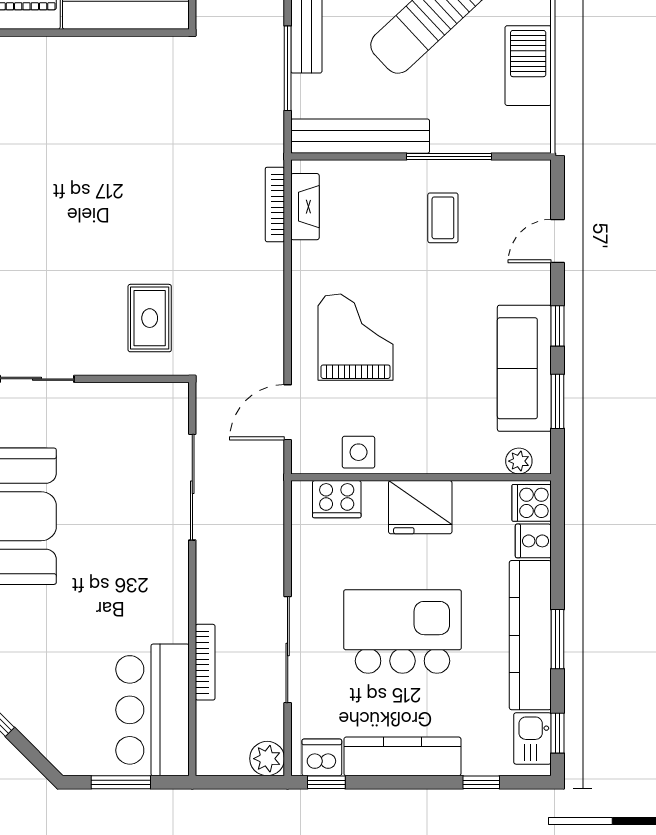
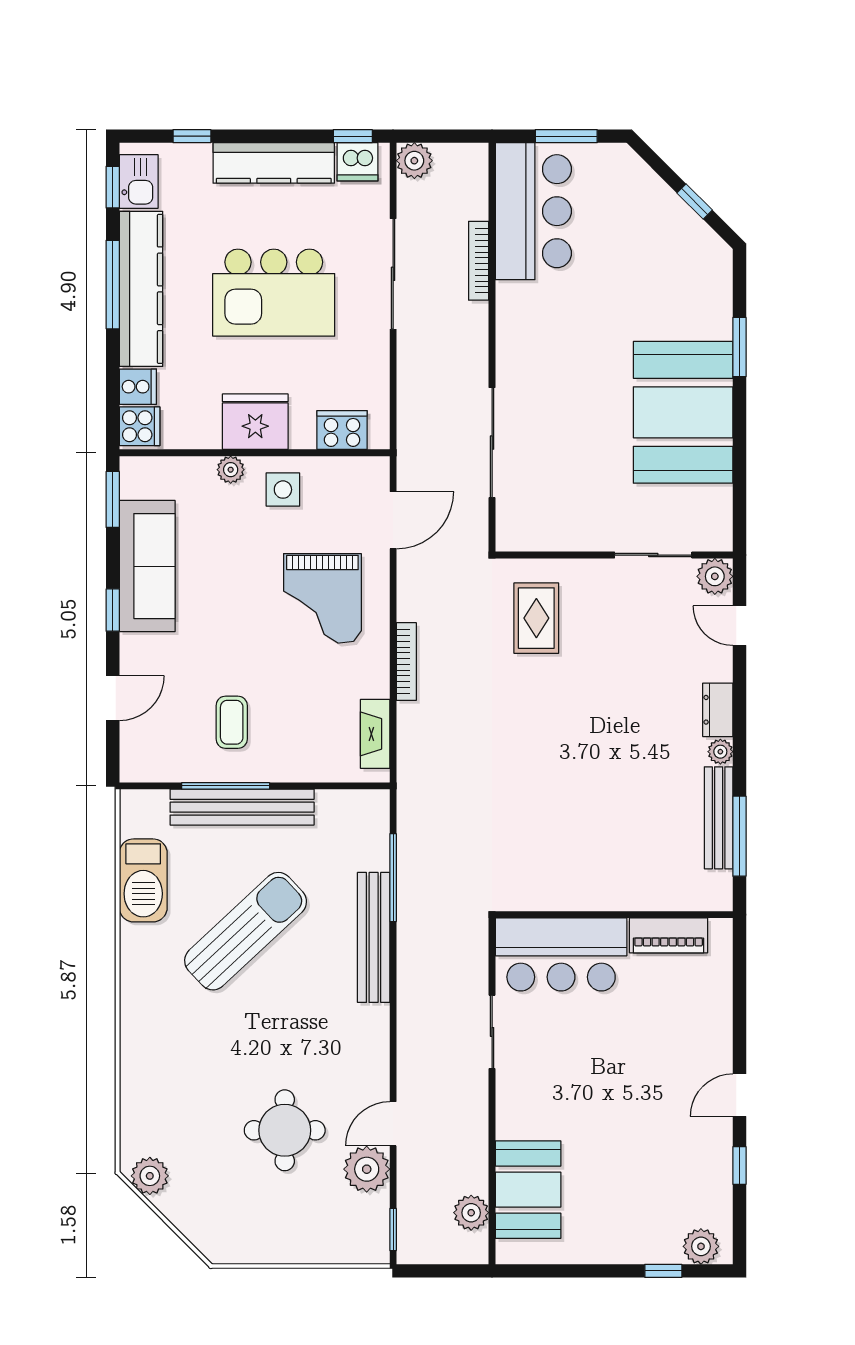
bench: (360, 136) -> (242, 807), moved
bookcase: (275, 204) -> (406, 662), moved
window: (558, 401) -> (113, 499), moved
side table: (359, 452) -> (283, 490), moved
plant: (519, 461) -> (231, 470), moved
window: (558, 639) -> (113, 285), width x1.44

